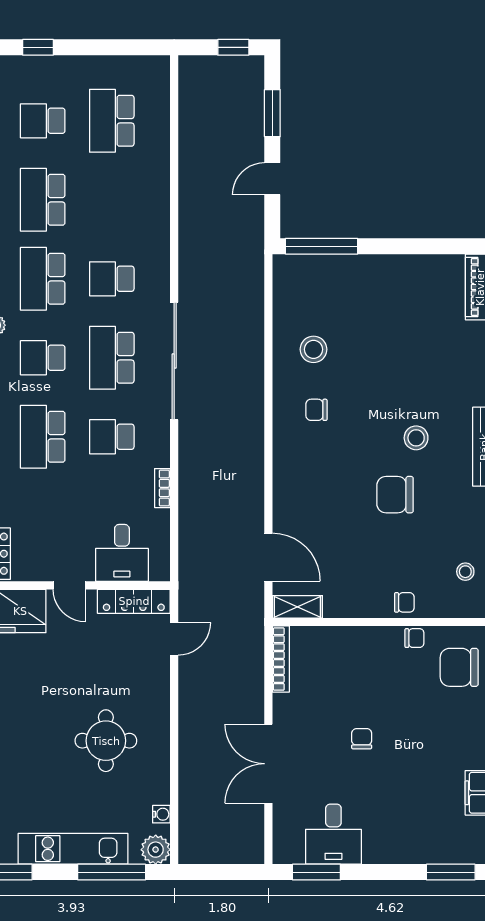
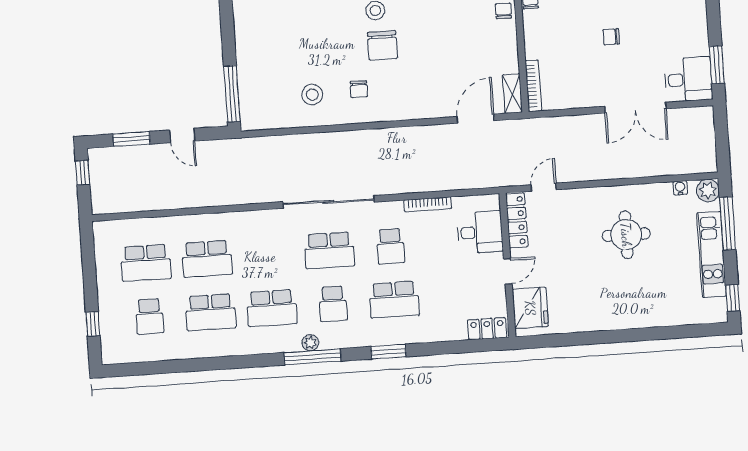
school desk: (112, 279) -> (207, 259), moved, width x1.85
bookcase: (162, 488) -> (428, 204), width x1.56
chair: (395, 495) -> (382, 45), moved
door: (174, 639) -> (544, 187), hinge flipped
bookcase: (281, 659) -> (533, 86), moved, turned 90
desk: (333, 834) -> (688, 79), moved

